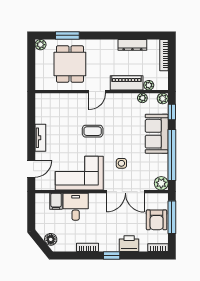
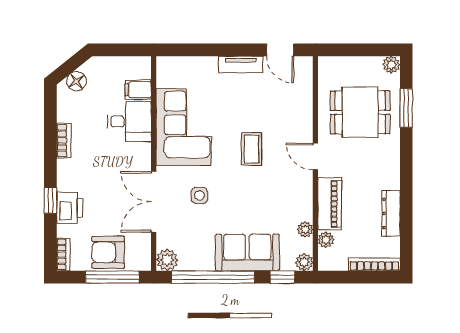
door: (31, 169) -> (280, 50), moved
window: (112, 256) -> (50, 200), moved

